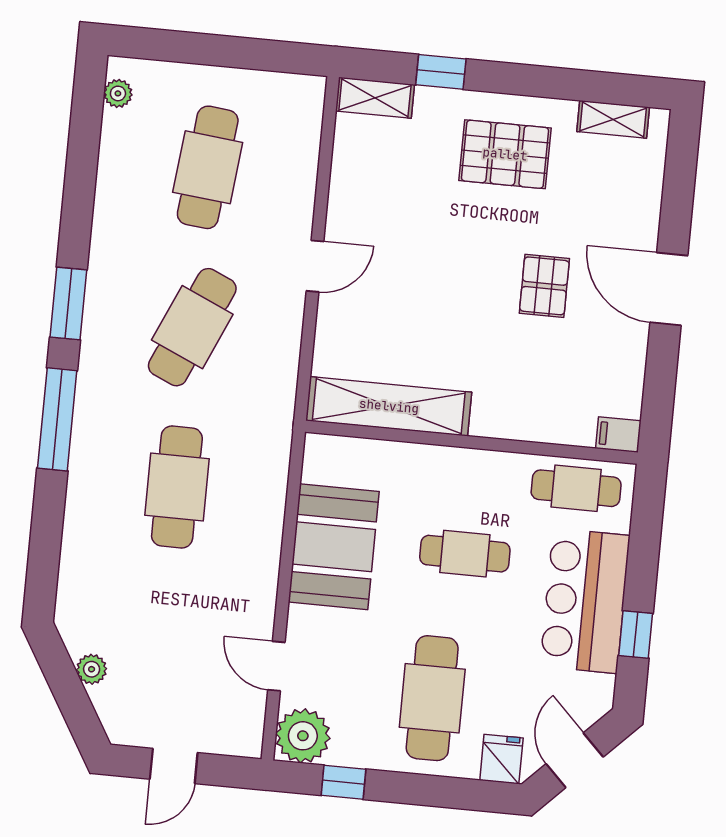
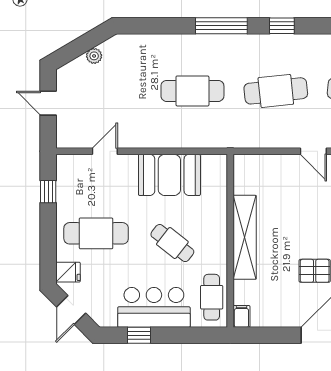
window: (68, 303) -> (282, 26), width x0.67
cafe table: (192, 327) -> (276, 91), turned -30
shelving: (389, 406) -> (245, 237), moved
cafe table: (465, 554) -> (172, 243), turned -52
plant: (303, 736) -> (70, 168), removed
door: (575, 760) -> (71, 310), swing flipped

